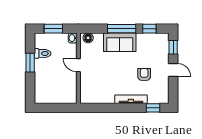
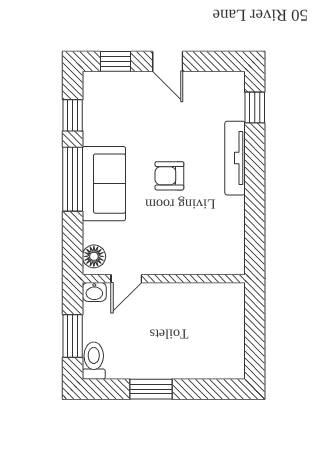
toilet: (43, 53) -> (94, 361), moved
door: (78, 65) -> (126, 279), moved
door: (173, 70) -> (168, 61), swing flipped
armchair: (144, 75) -> (169, 176), moved

